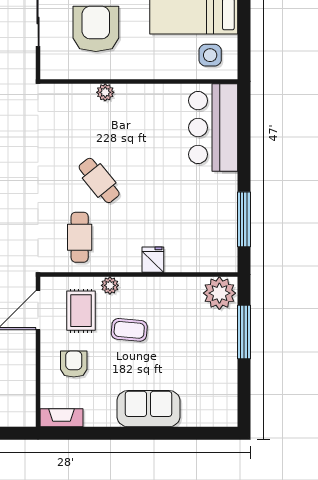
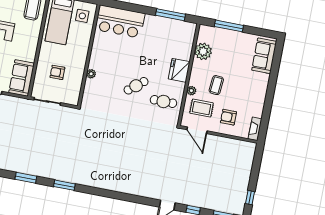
armchair: (96, 29) -> (57, 72), width x0.53, depth x0.53
fridge: (153, 260) -> (179, 70), width x1.88, depth x1.34
plant: (219, 293) -> (203, 51), moved
sofa: (148, 409) -> (264, 56), moved

